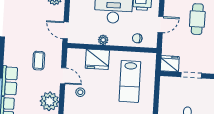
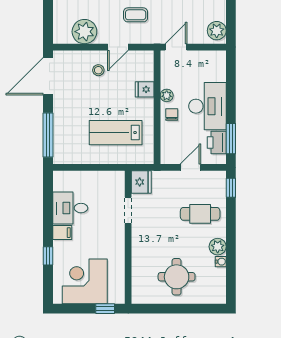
door: (161, 25) -> (190, 167), swing flipped
chair: (137, 38) -> (172, 114), moved
fridge: (97, 59) -> (145, 89), width x0.53, depth x0.75

